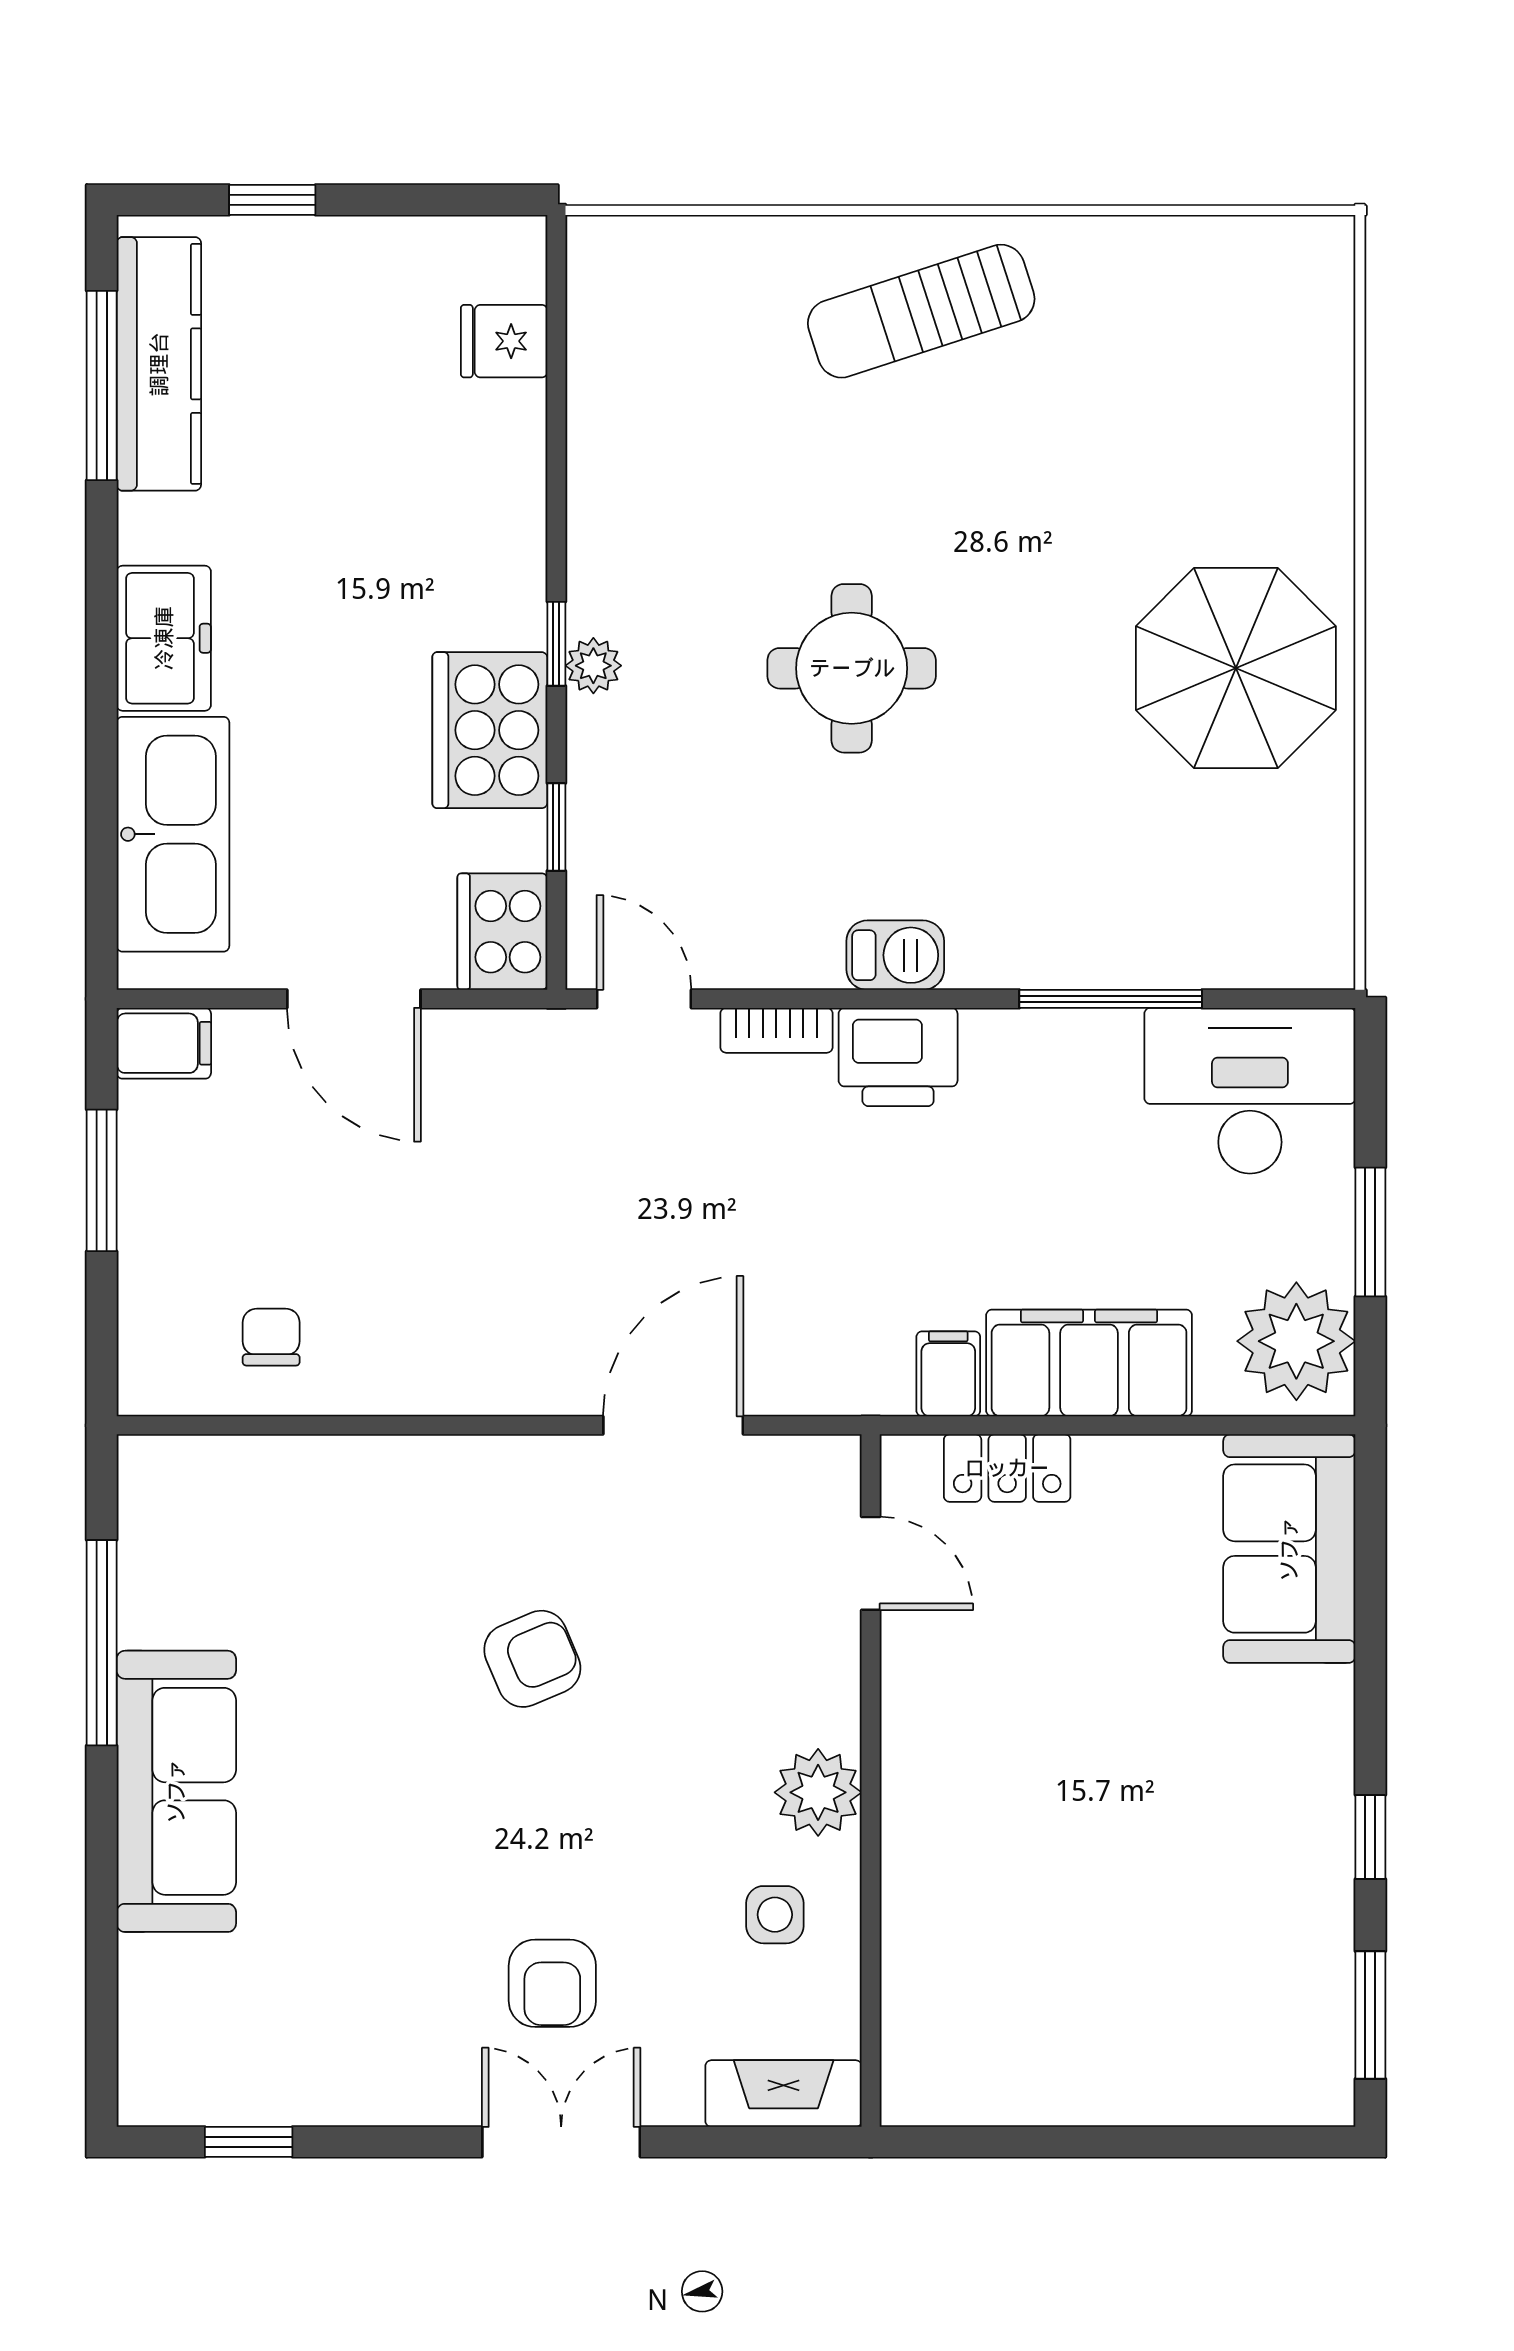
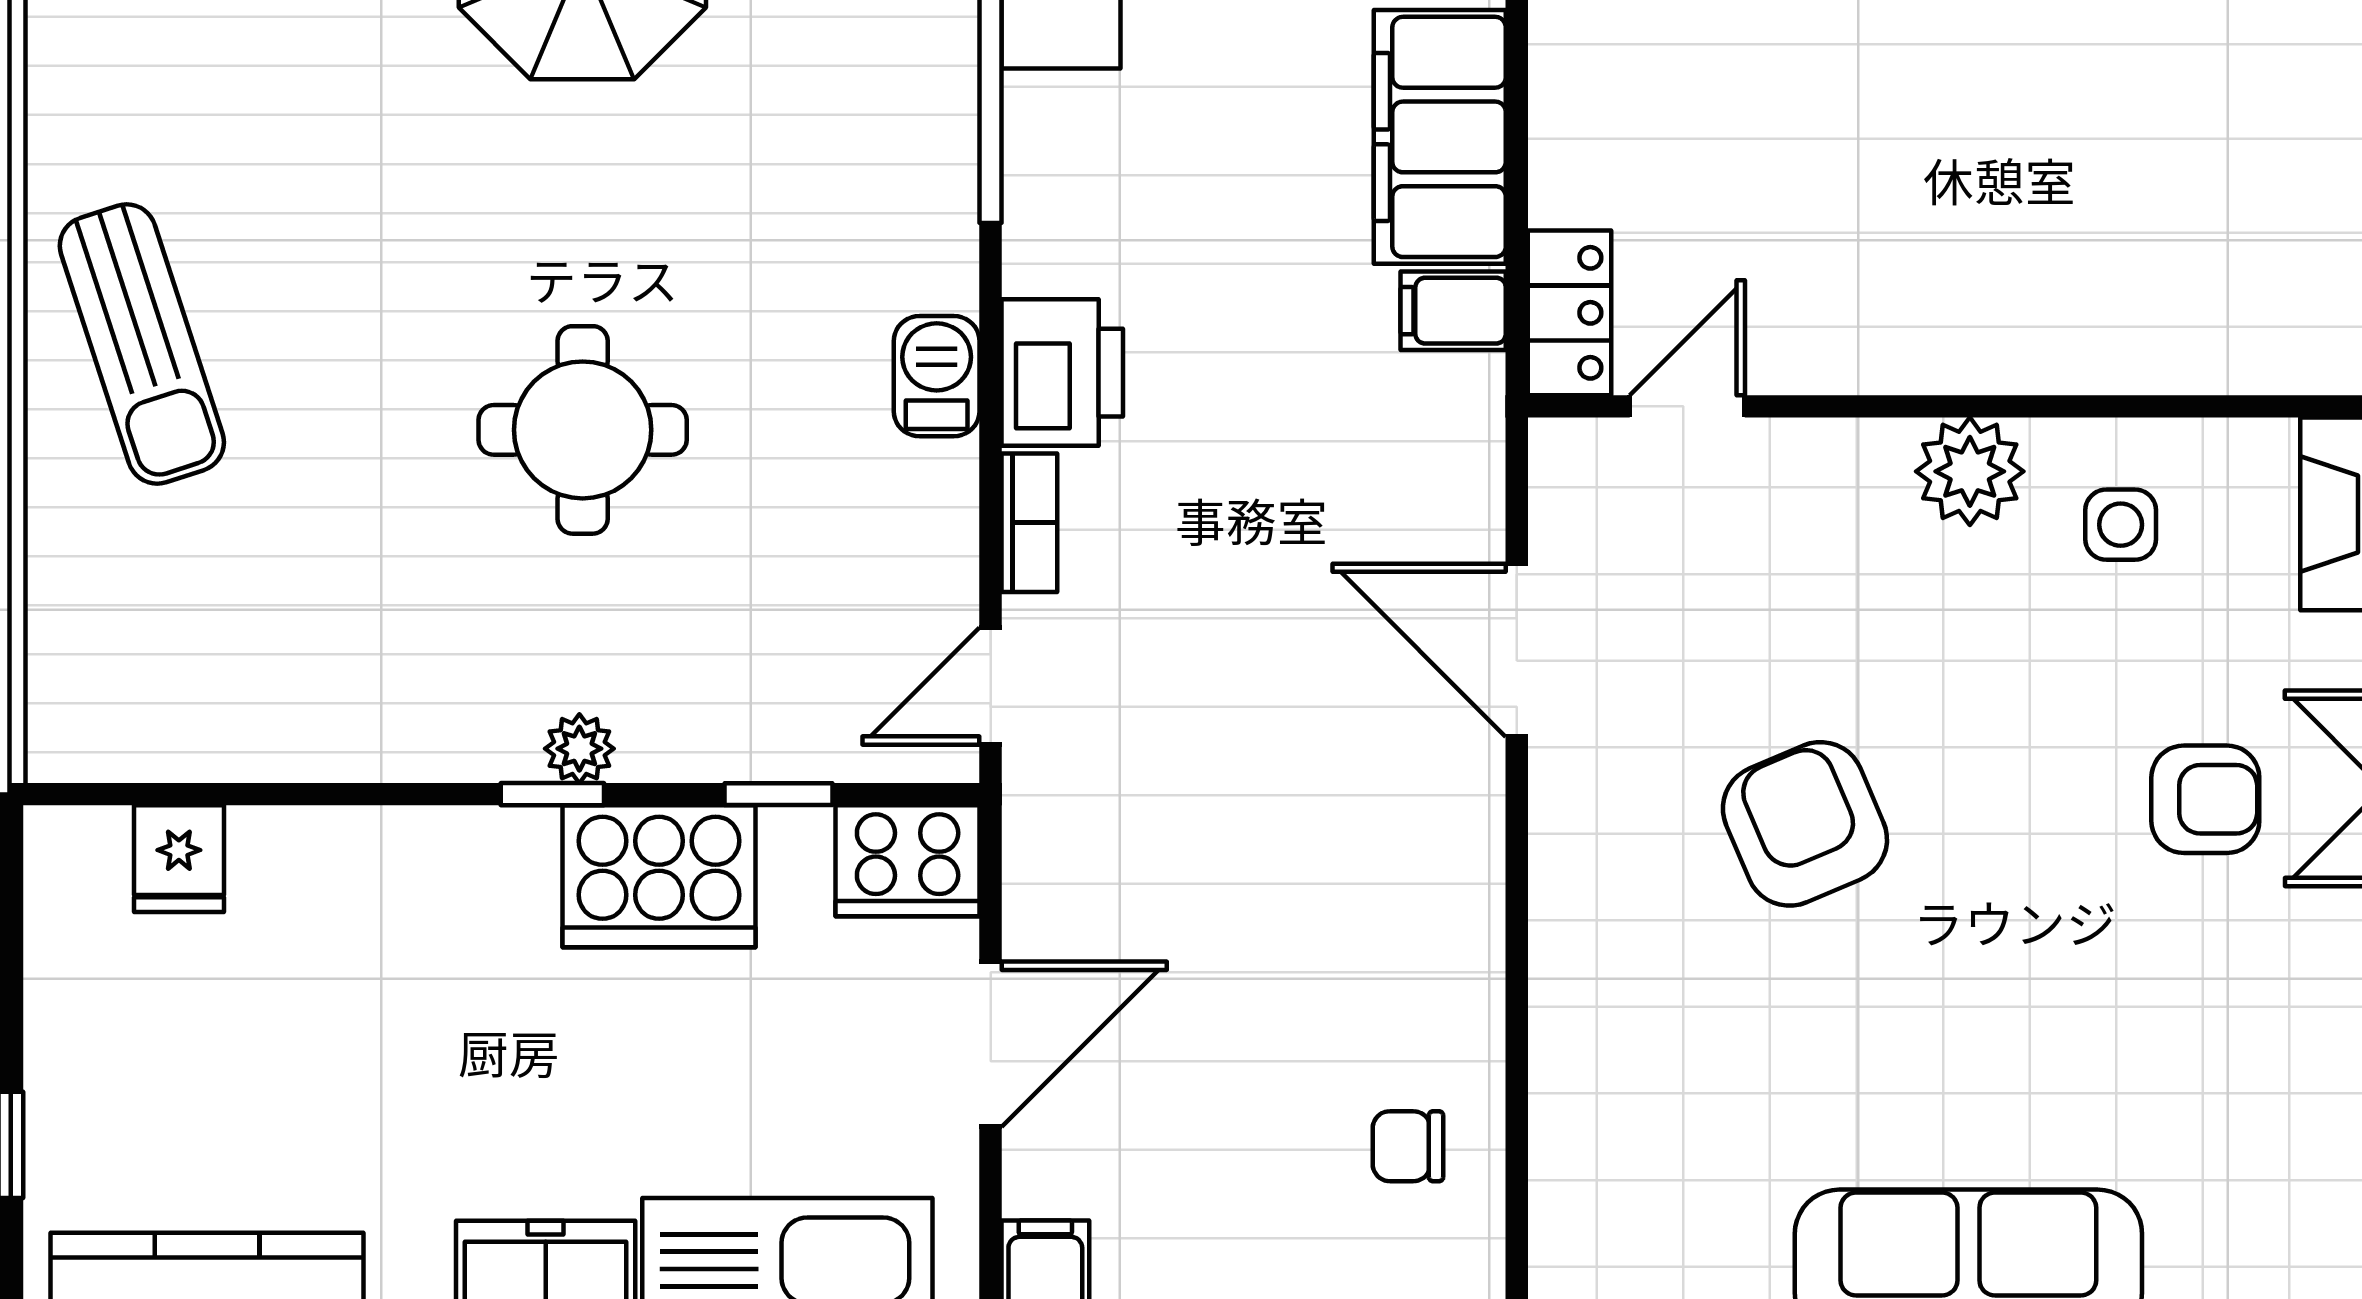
locker: (1007, 1468) -> (1570, 313), moved
armchair: (532, 1659) -> (1805, 824), width x1.38, depth x1.38

